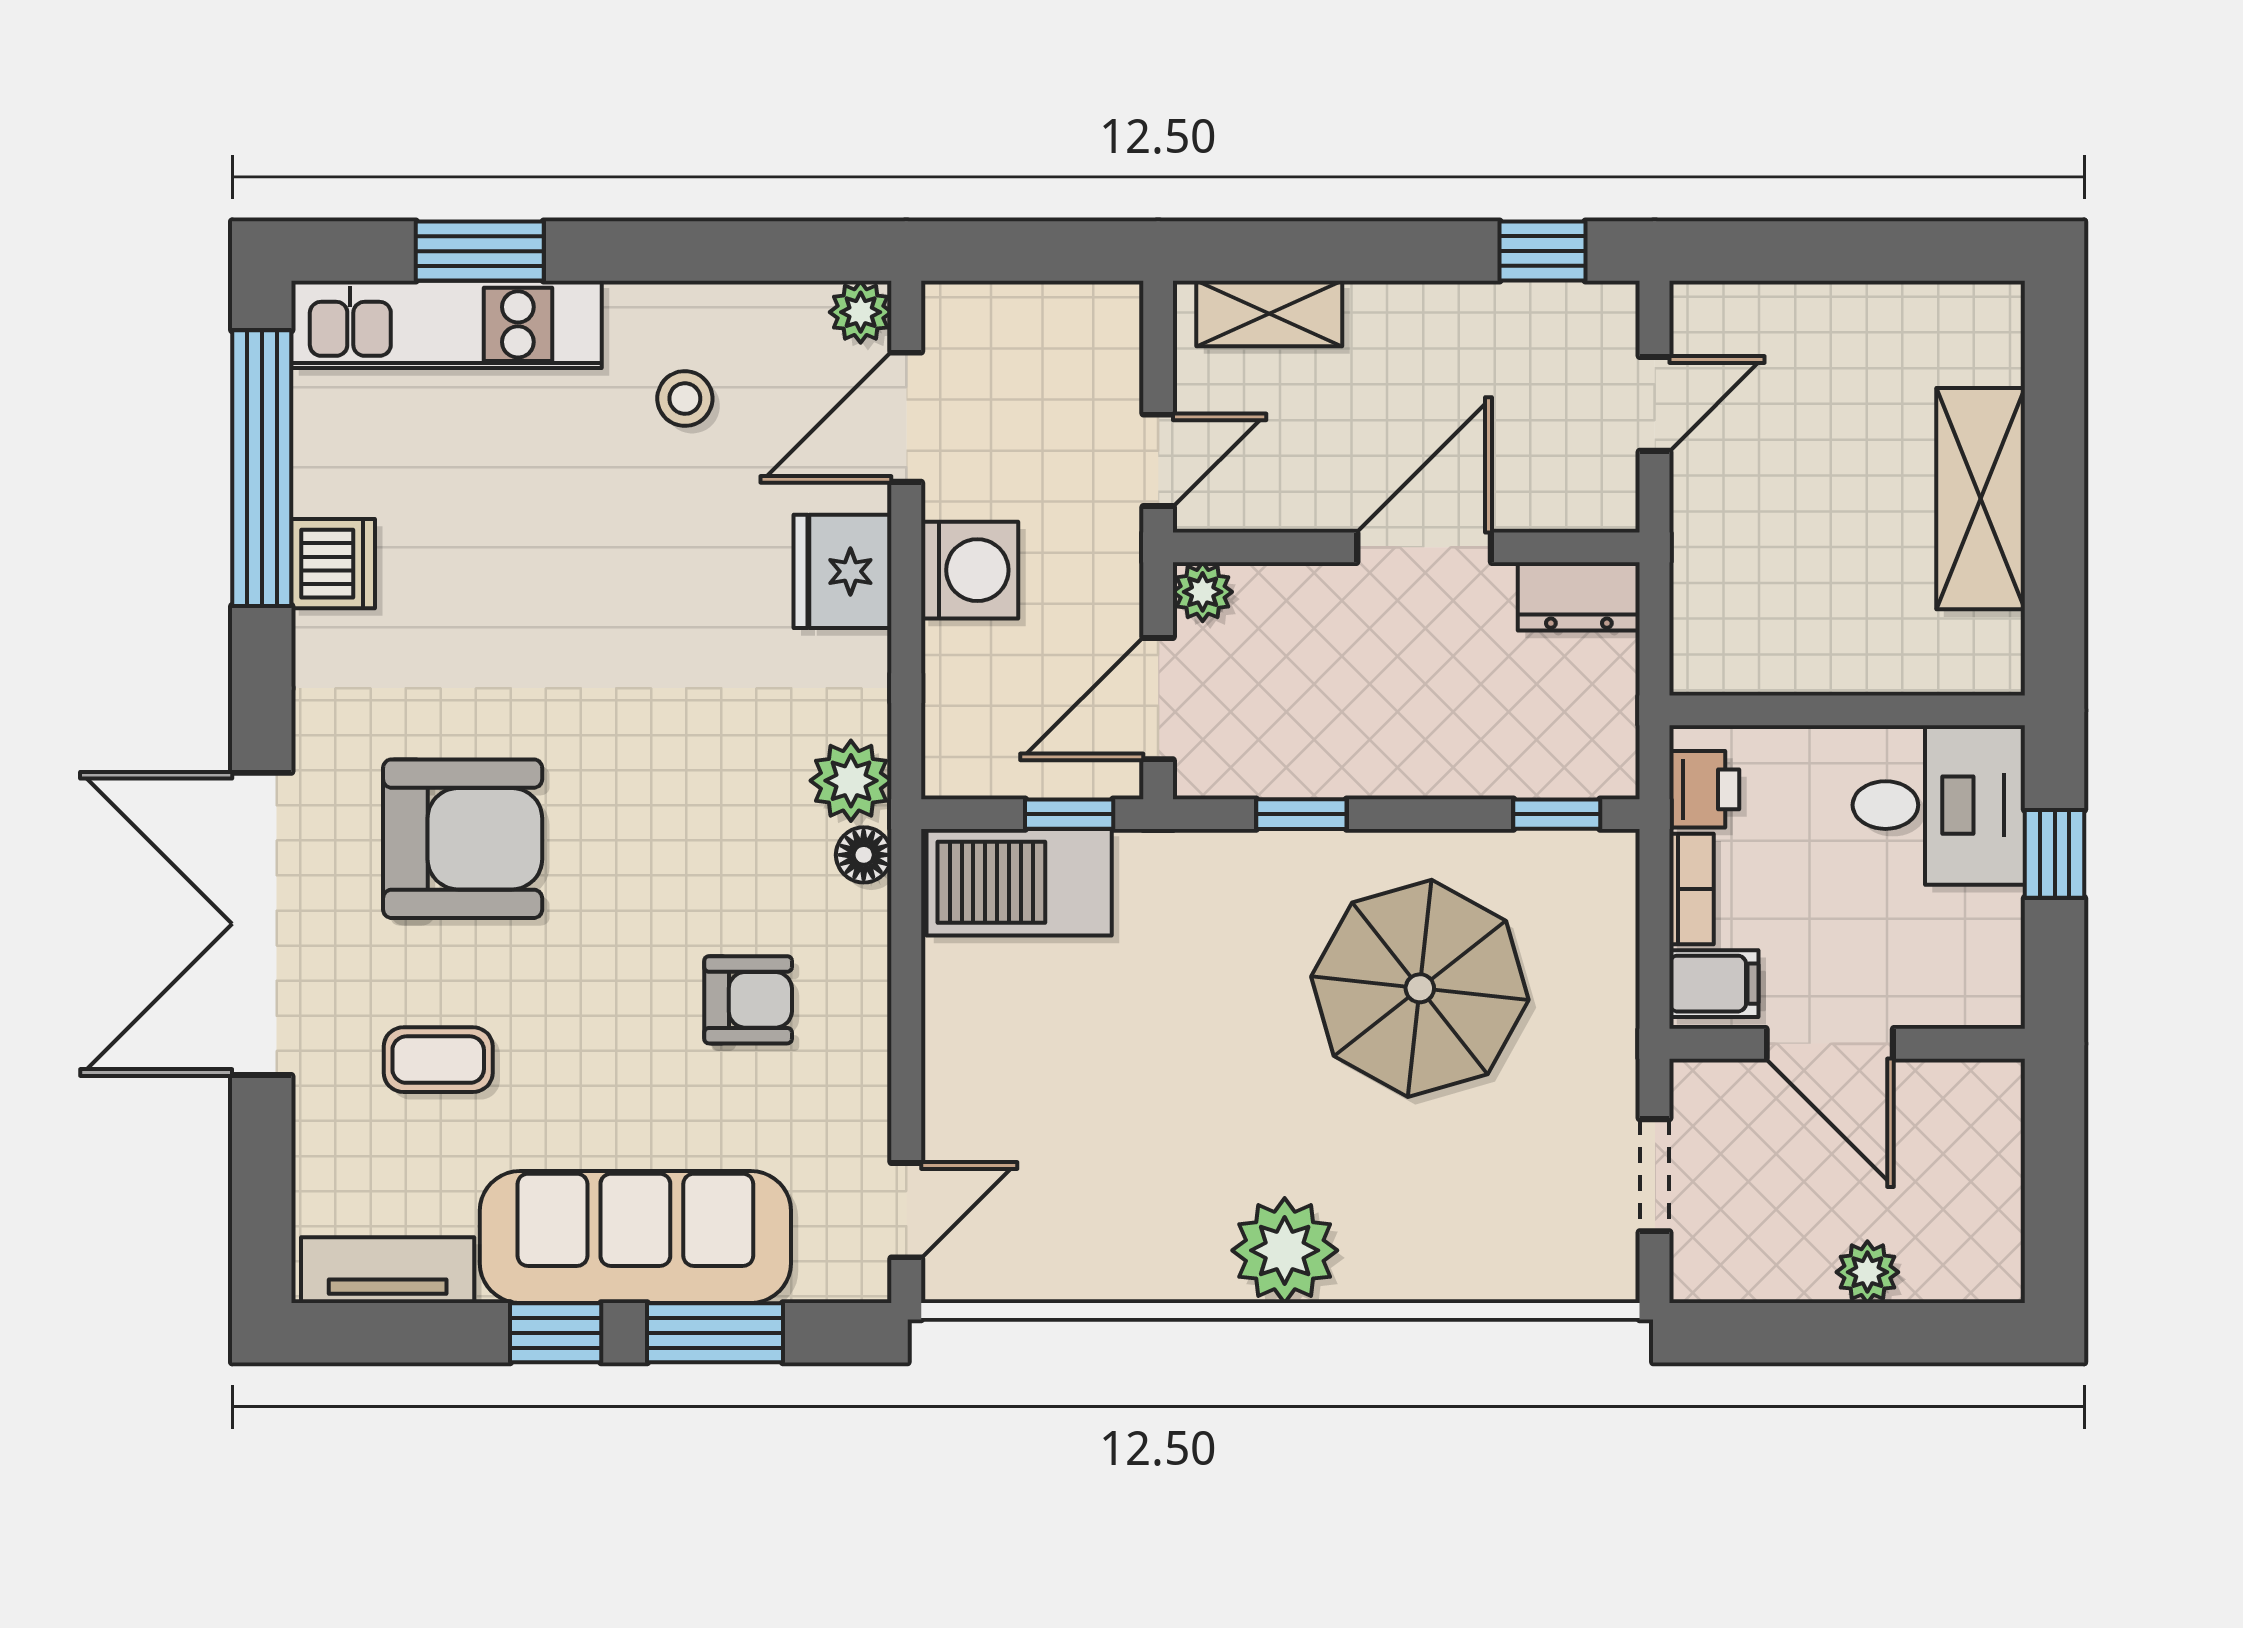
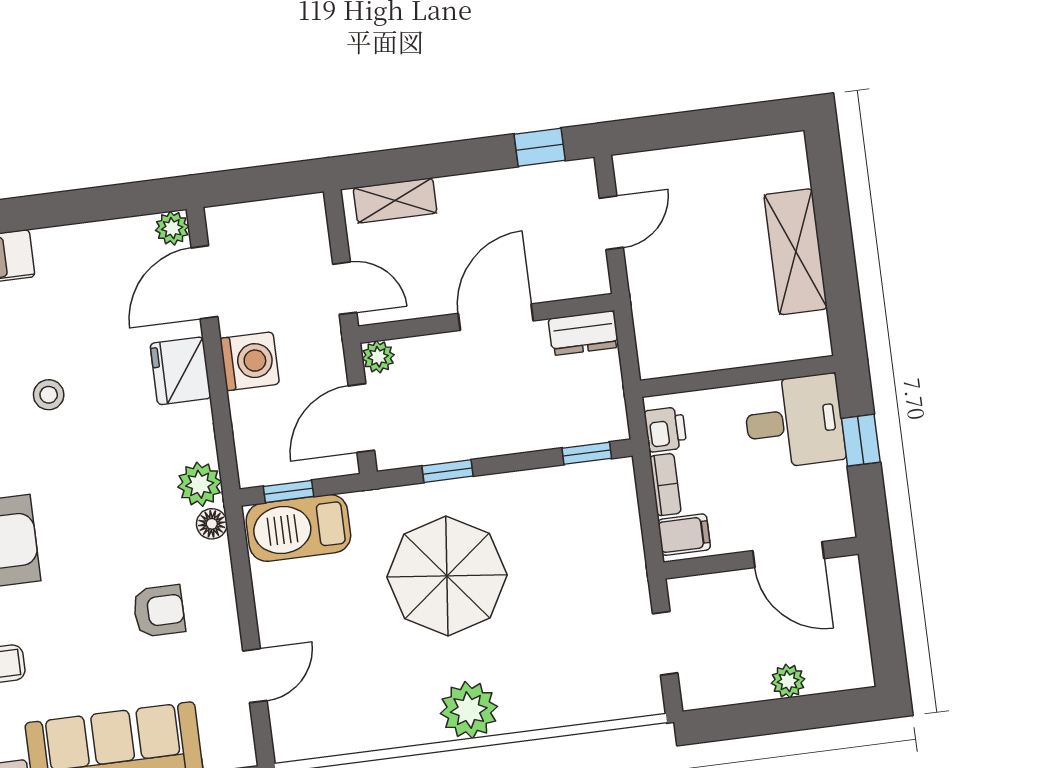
stool: (685, 399) -> (49, 395), moved
door: (1158, 460) -> (345, 288), hinge flipped
window: (1069, 814) -> (289, 491), moved
parasol: (1420, 988) -> (447, 576), moved
door: (1830, 1044) -> (788, 555), moved
door: (906, 1210) -> (255, 676), moved

